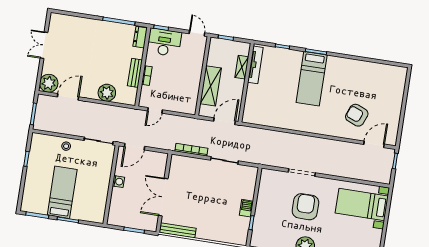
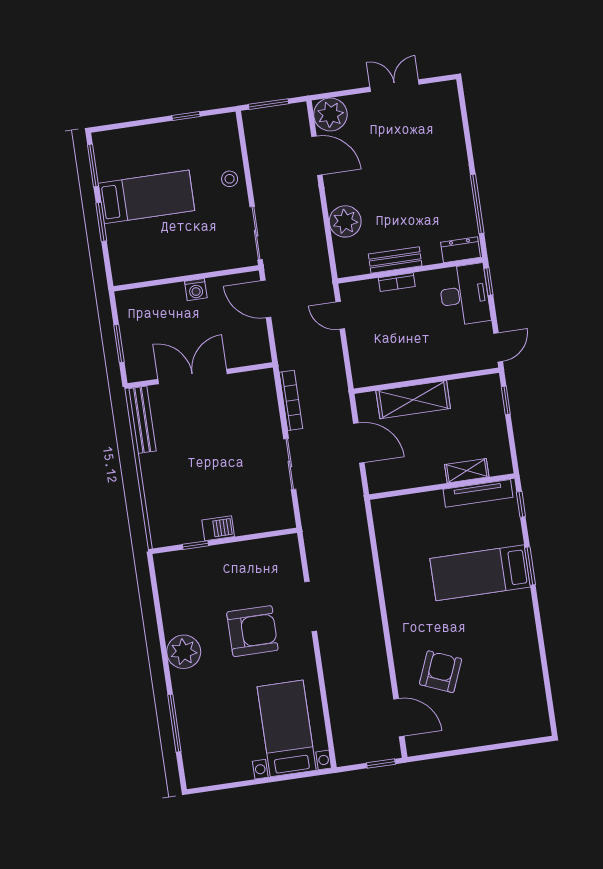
tv unit: (255, 65) -> (478, 493), moved
shelving: (242, 67) -> (467, 471), moved
wall: (246, 83) -> (442, 487), moved

